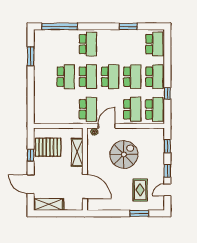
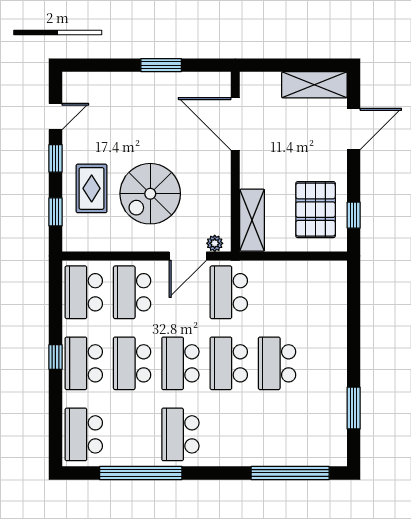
window: (128, 26) -> (141, 473), width x2.11
school desk: (88, 44) -> (180, 434), moved
window: (167, 93) -> (55, 357), moved
pallet: (48, 147) -> (316, 210), turned 90
shelving: (77, 152) -> (252, 220), moved
window: (31, 155) -> (354, 215), moved
door: (31, 184) -> (354, 129), hinge flipped
rug: (140, 190) -> (92, 188), moved
window: (139, 213) -> (161, 65), moved

